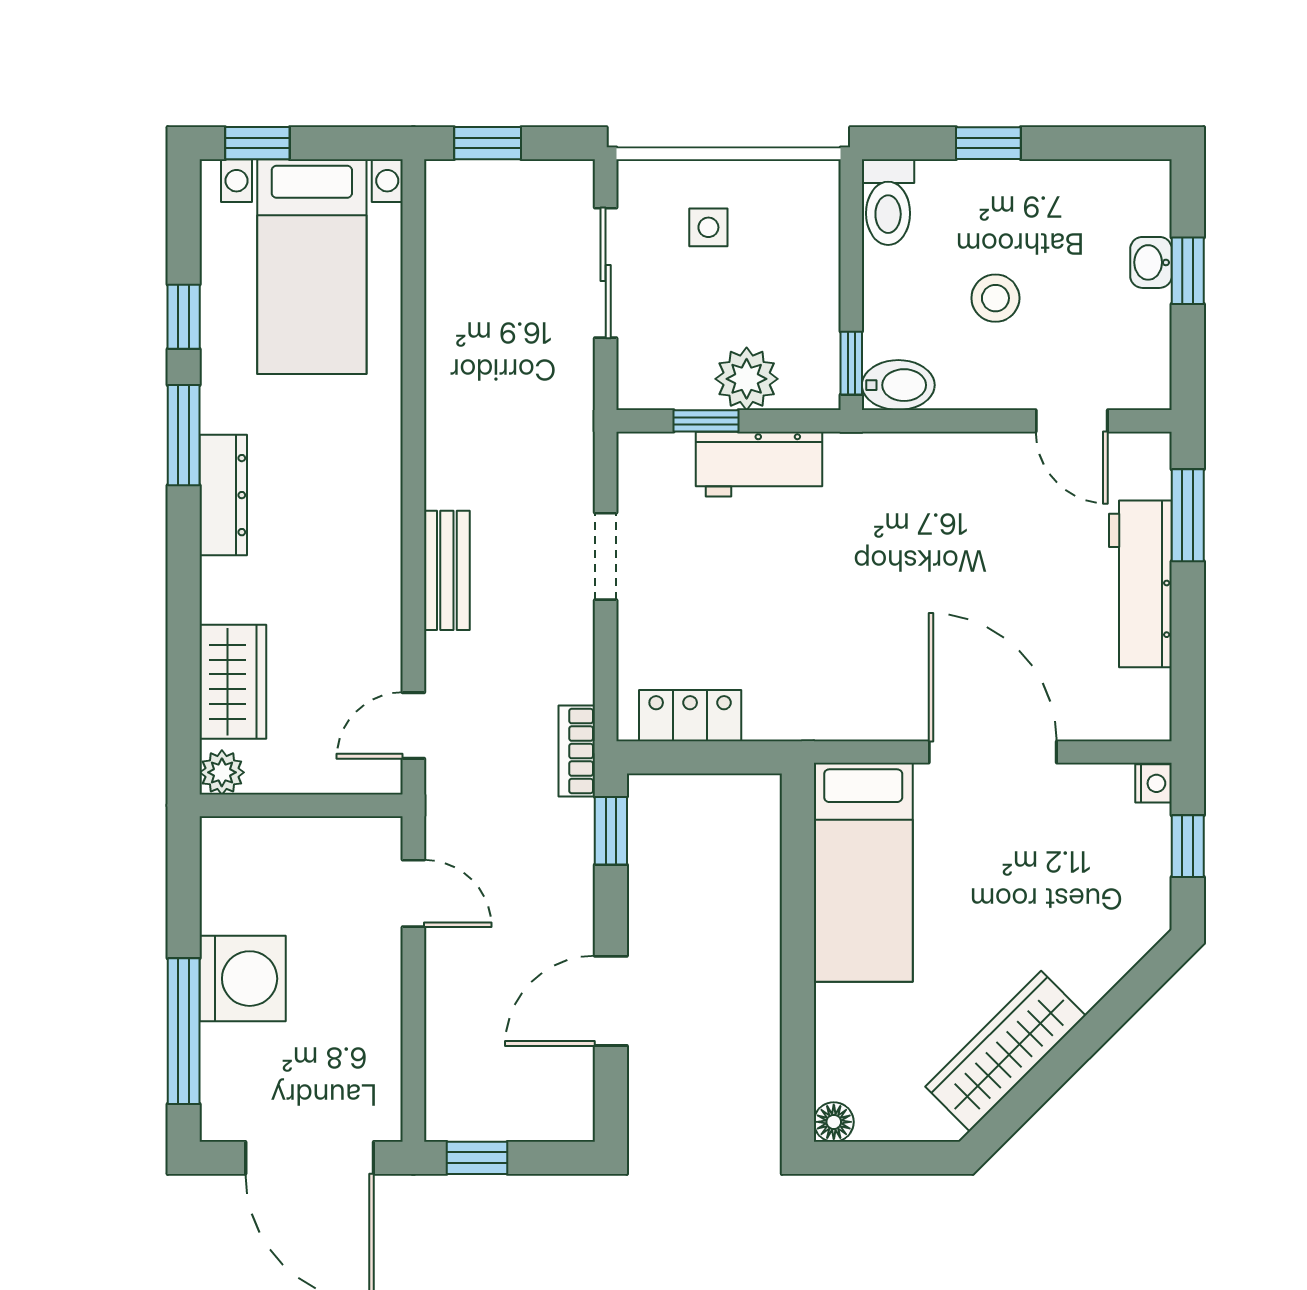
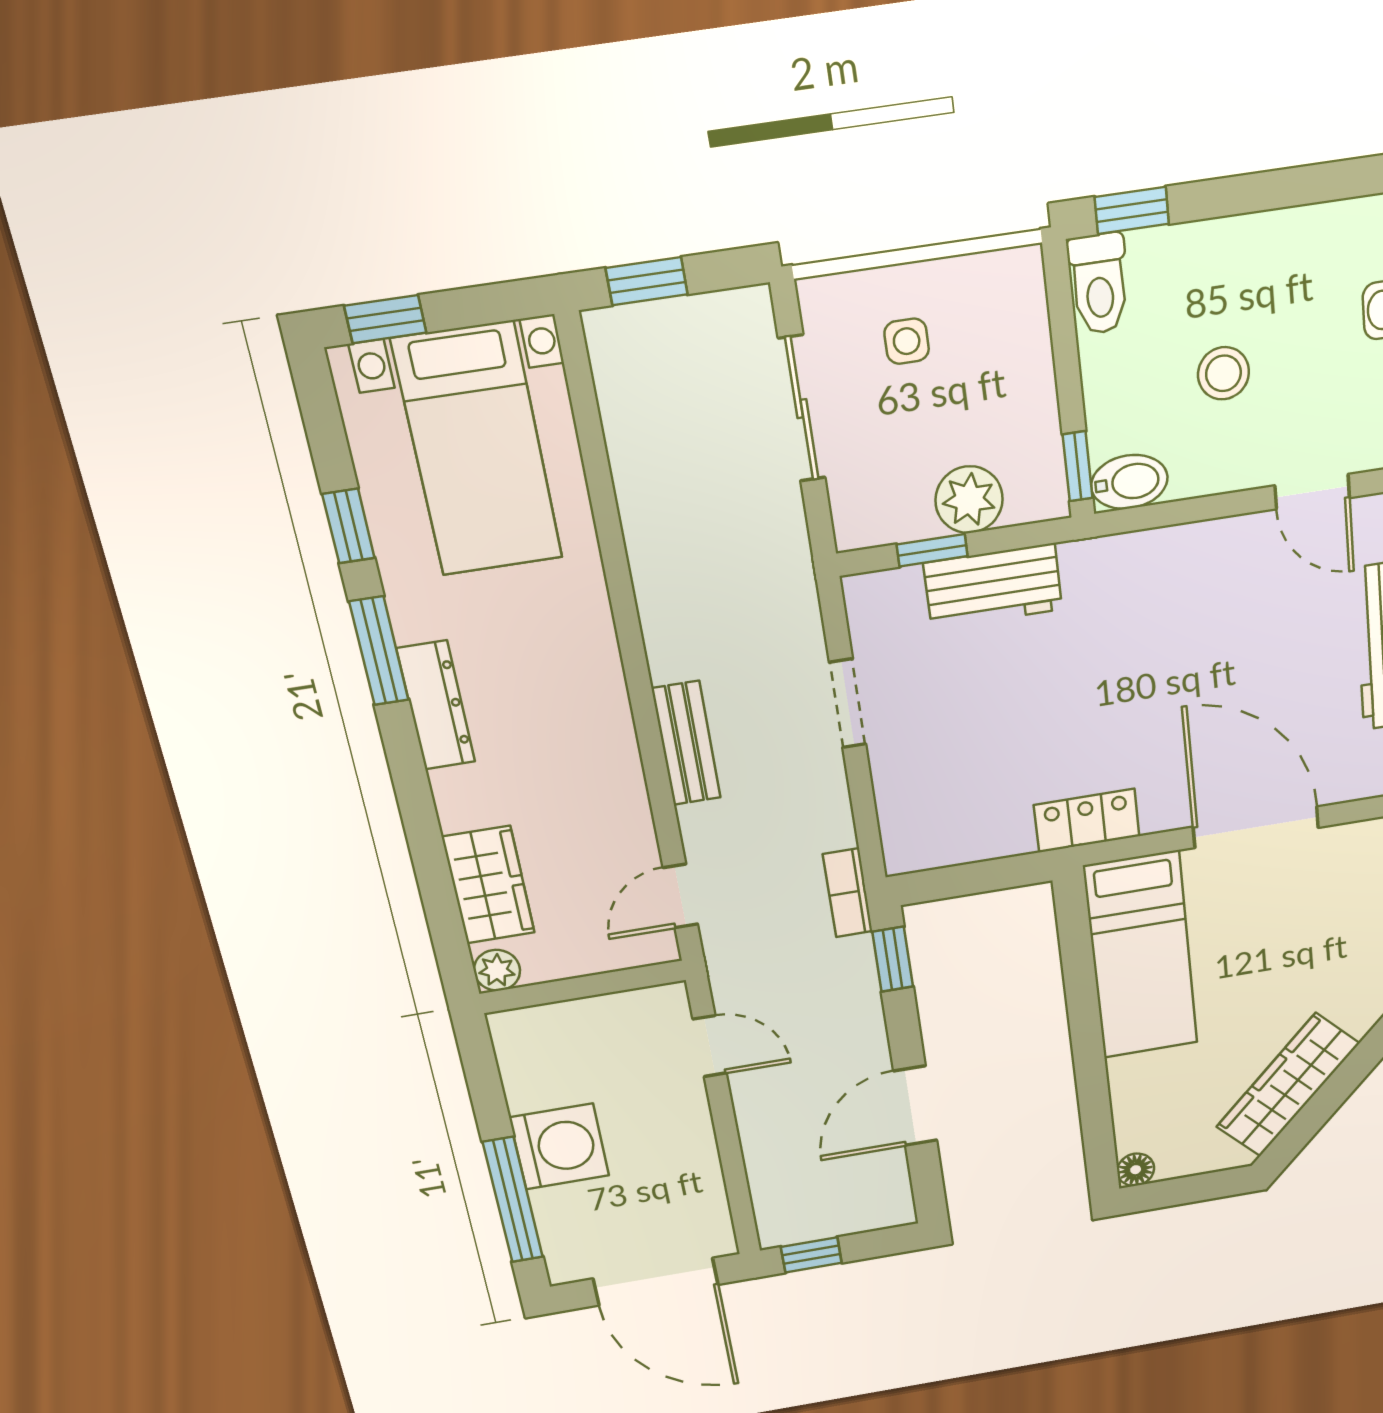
window: (988, 143) -> (1132, 210), moved
locker: (690, 716) -> (1087, 821), moved

